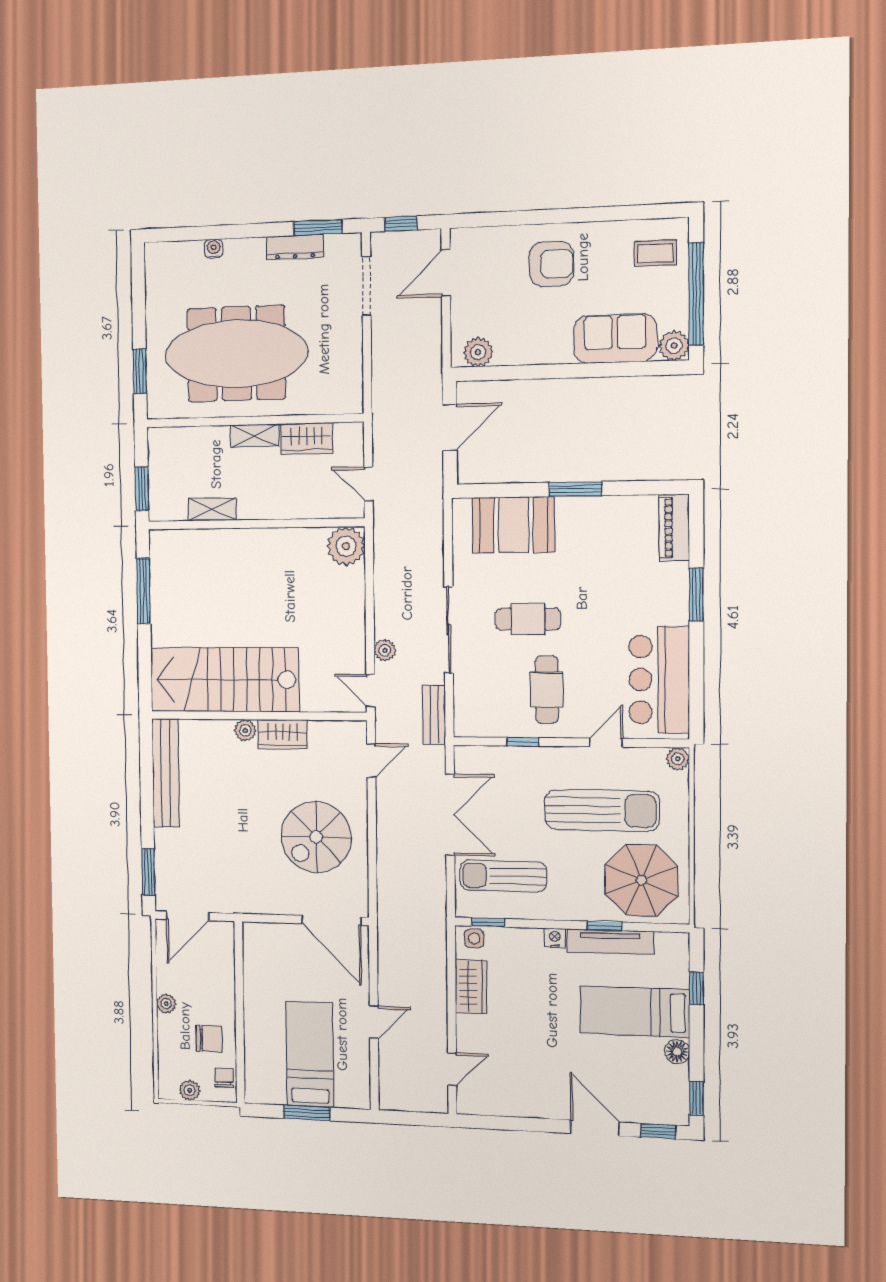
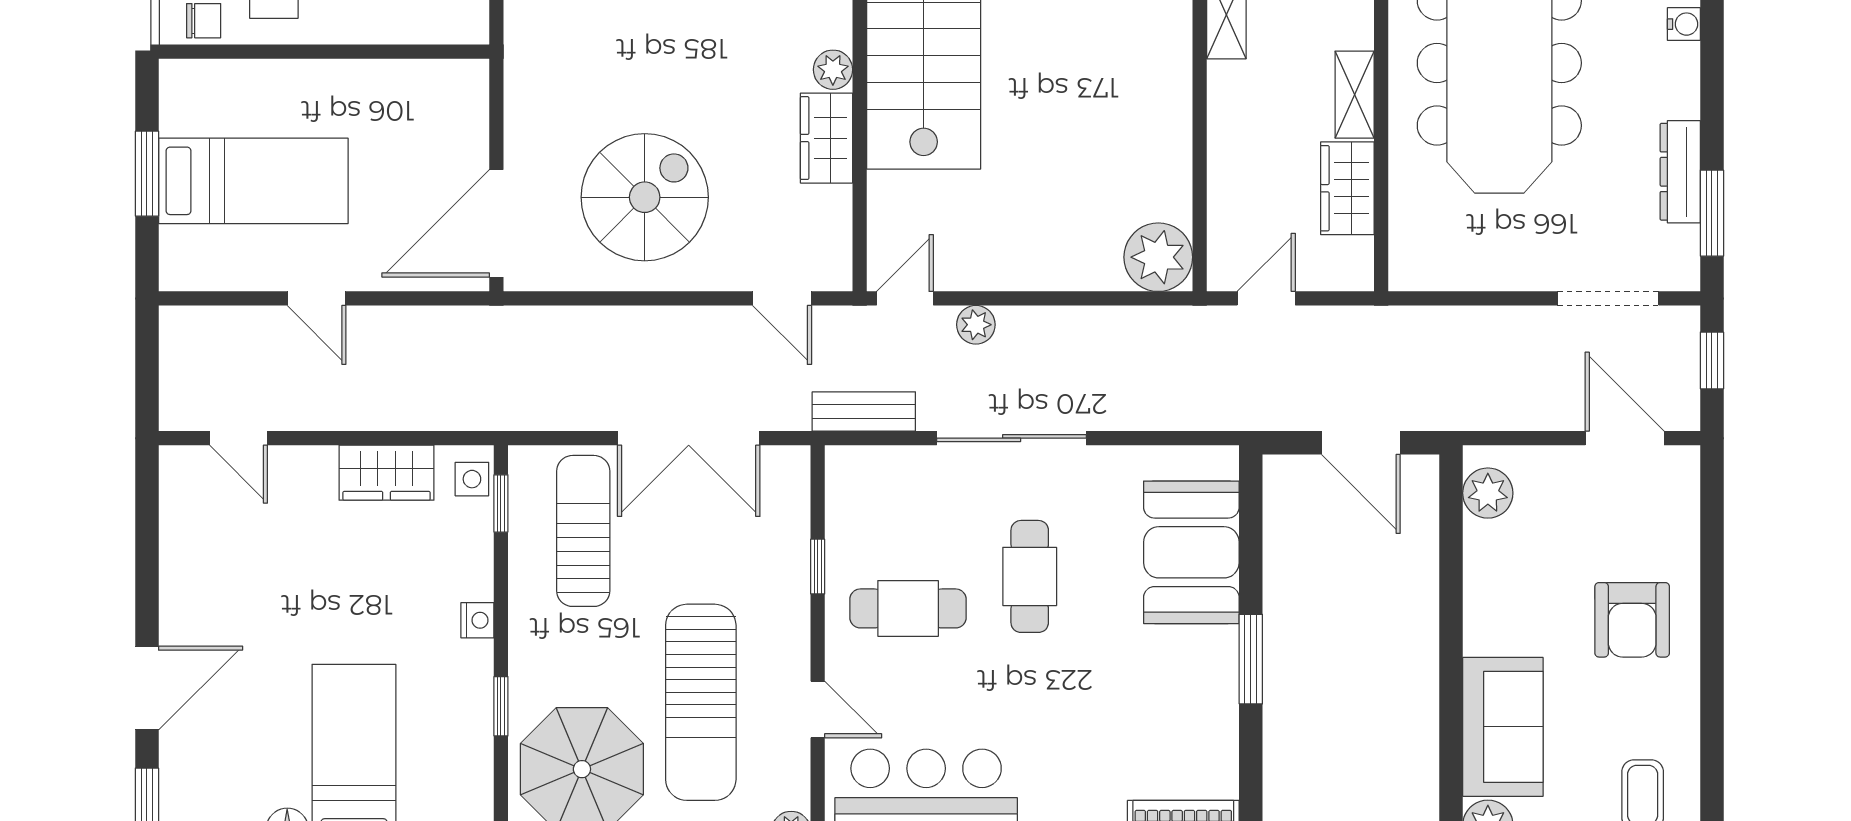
spiral stairs: (316, 837) -> (645, 197), turned 90
tv unit: (610, 942) -> (474, 716), removed

